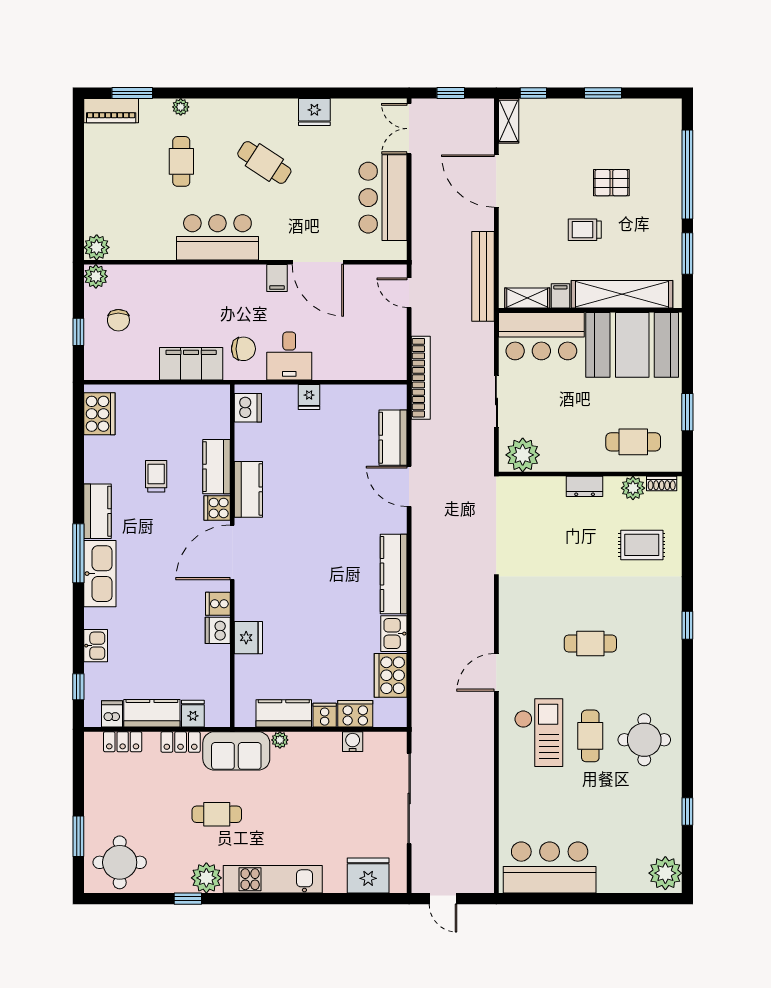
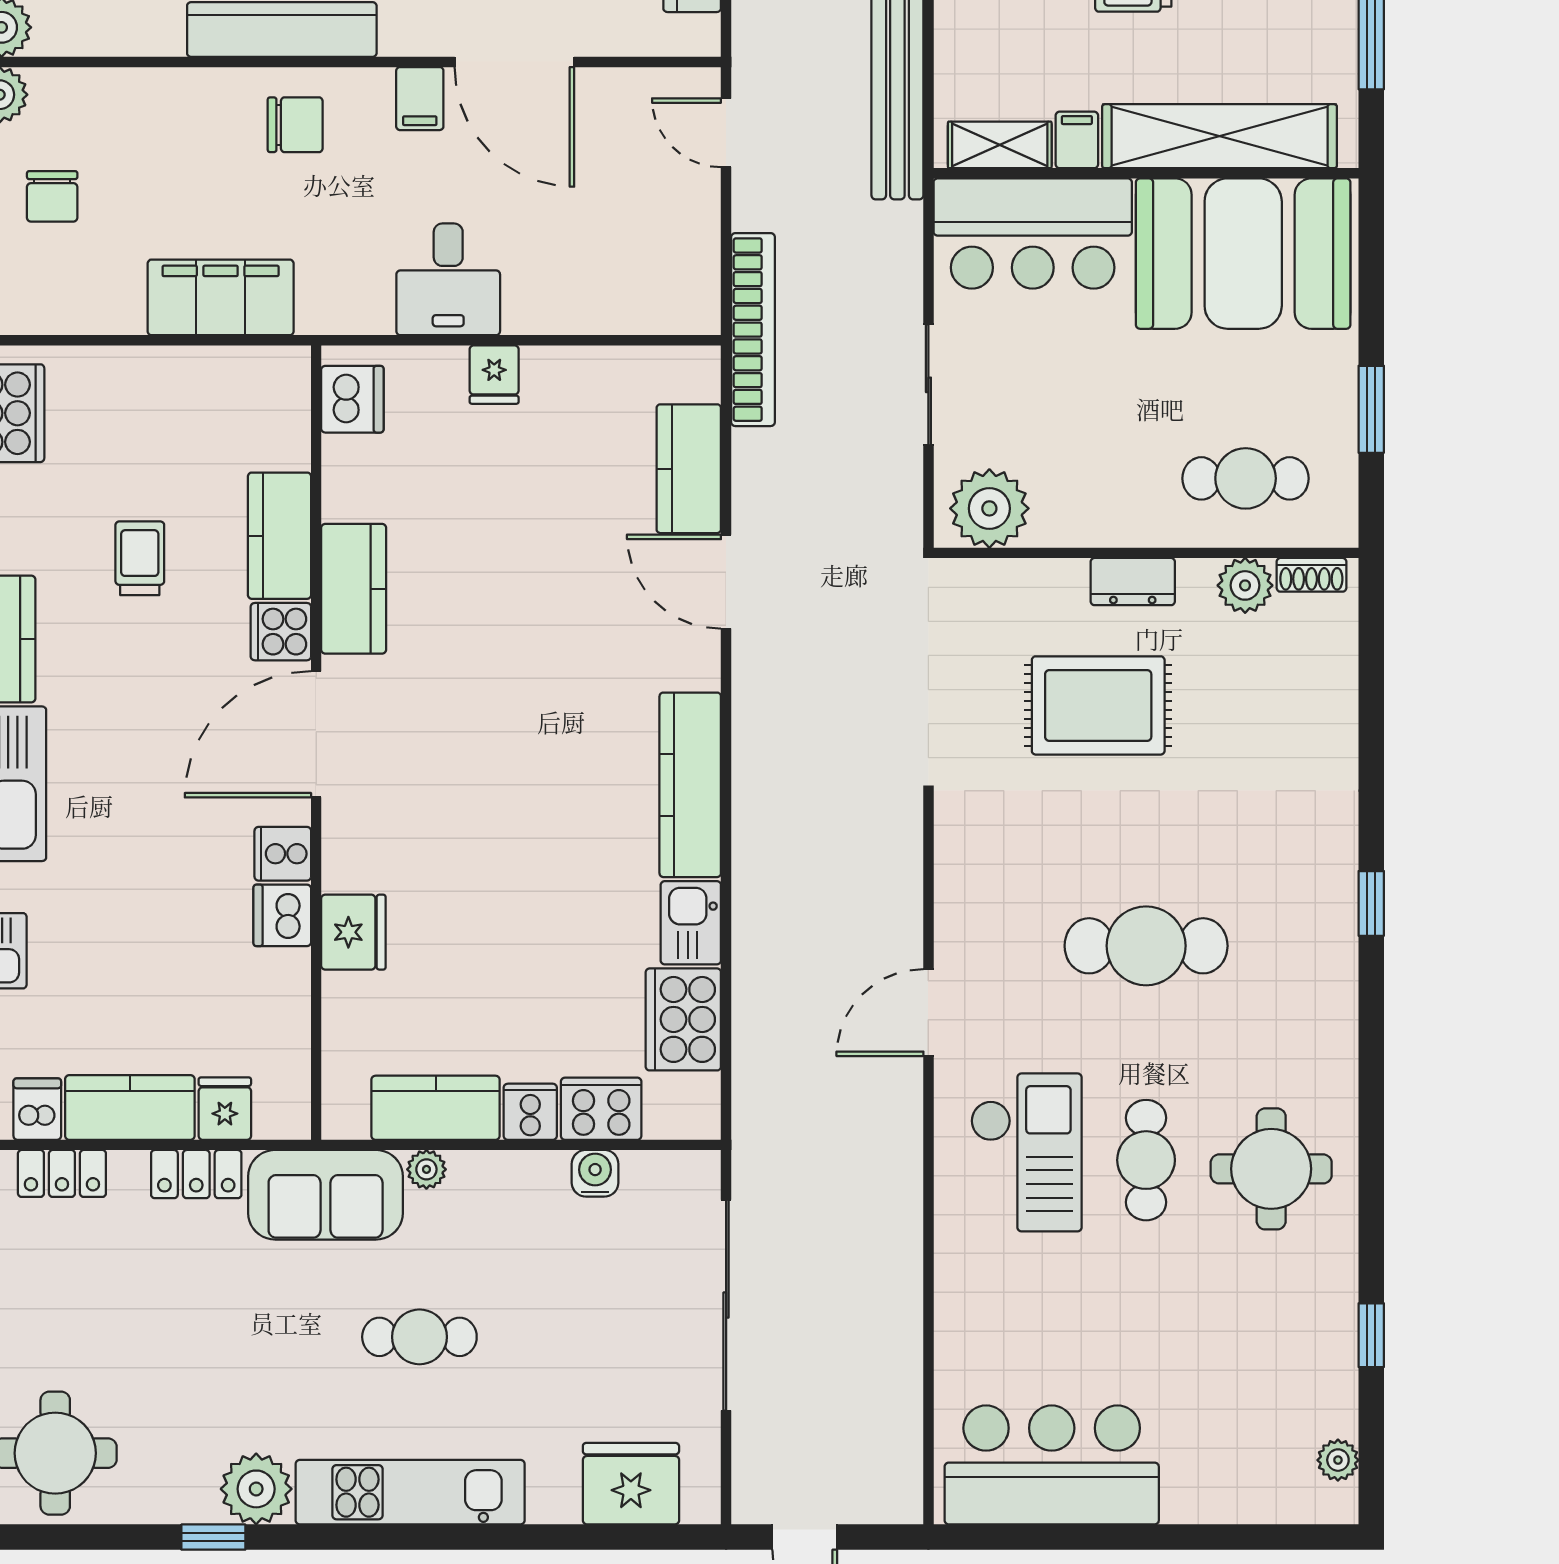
chair: (243, 349) -> (295, 125), moved
rug: (642, 545) -> (1098, 705), moved, width x1.36, depth x1.43
cafe table: (590, 644) -> (1146, 946), width x1.37, depth x1.35
cafe table: (217, 814) -> (419, 1337), moved
plant: (665, 873) -> (1338, 1460), width x0.53, depth x0.53

